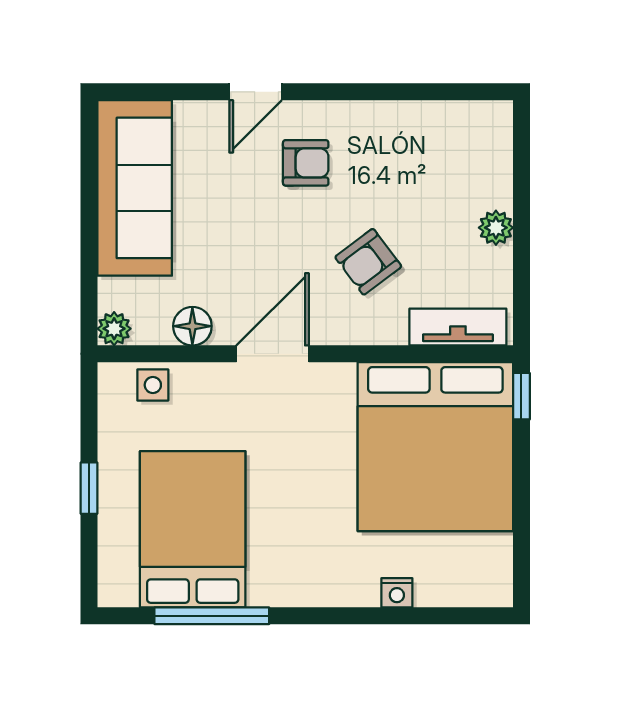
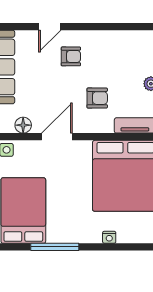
armchair: (368, 262) -> (97, 98), turned -143
window: (212, 616) -> (55, 247), moved

